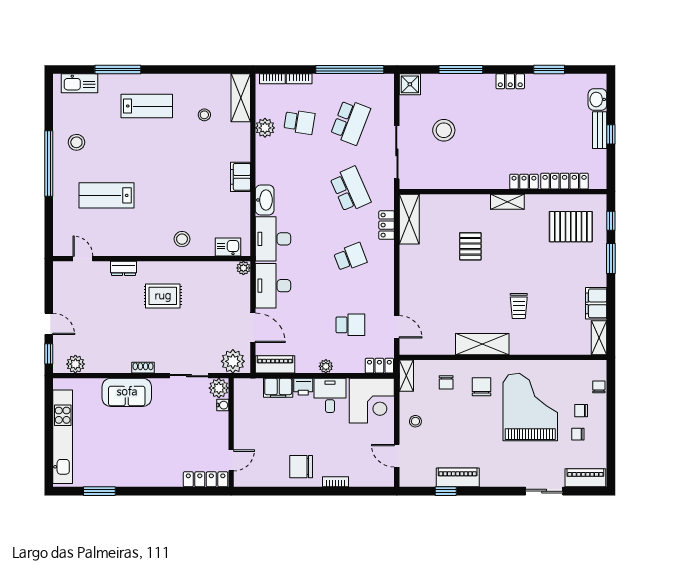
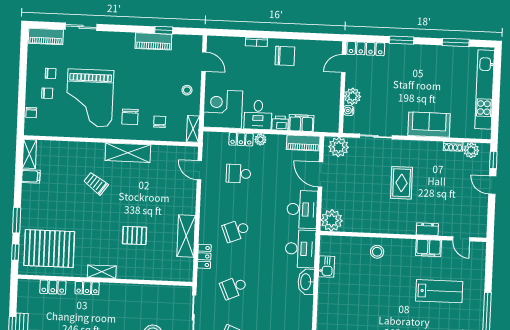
filing cabinet: (241, 177) -> (429, 248), moved, turned 90
locker: (565, 181) -> (53, 287), width x0.66
school desk: (350, 190) -> (234, 287), width x0.54
shelving: (409, 219) -> (186, 236), moved
pallet: (571, 227) -> (49, 249), width x1.37, depth x1.41
pallet: (470, 246) -> (135, 235), turned 90
kitchen sink: (228, 247) -> (326, 267), moved, turned -90
plant: (243, 268) -> (332, 220), width x1.88, depth x1.88
rug: (163, 296) -> (402, 183), moved, turned 90
filing cabinet: (596, 303) -> (31, 176), width x0.50
trolley: (519, 306) -> (96, 183), turned -54
locker: (379, 366) -> (241, 139), moved
shoe rack: (143, 368) -> (453, 146), moved
plant: (219, 388) -> (353, 96), moved
window: (163, 491) -> (402, 40), added

